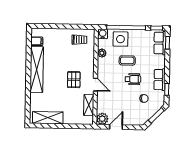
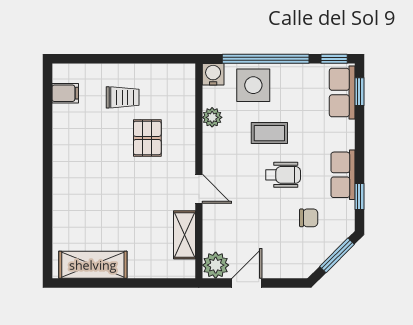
trolley: (79, 40) -> (123, 97), moved
shelving: (37, 69) -> (66, 157), removed
pallet: (74, 80) -> (147, 138), moved

